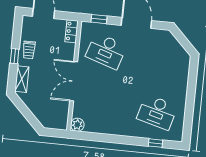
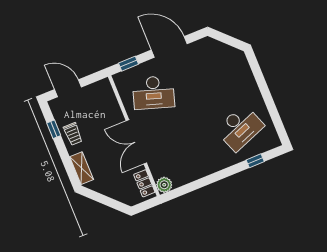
locker: (72, 31) -> (144, 183), moved
window: (15, 56) -> (54, 129), moved
desk: (157, 112) -> (240, 128), turned -36

